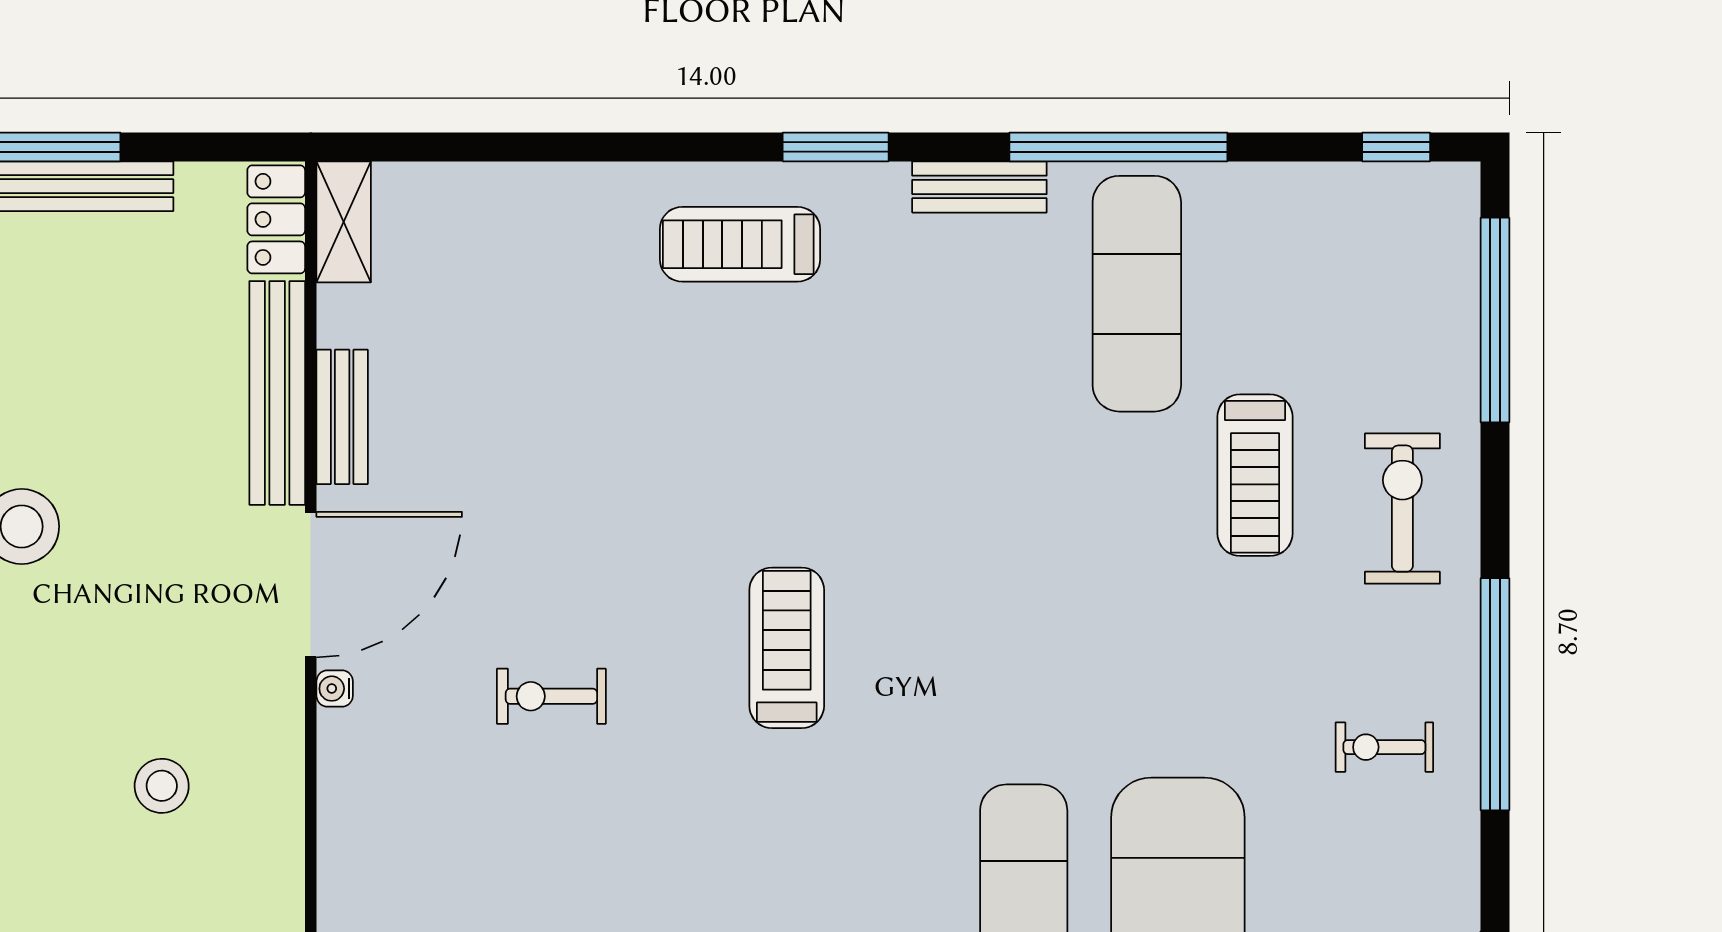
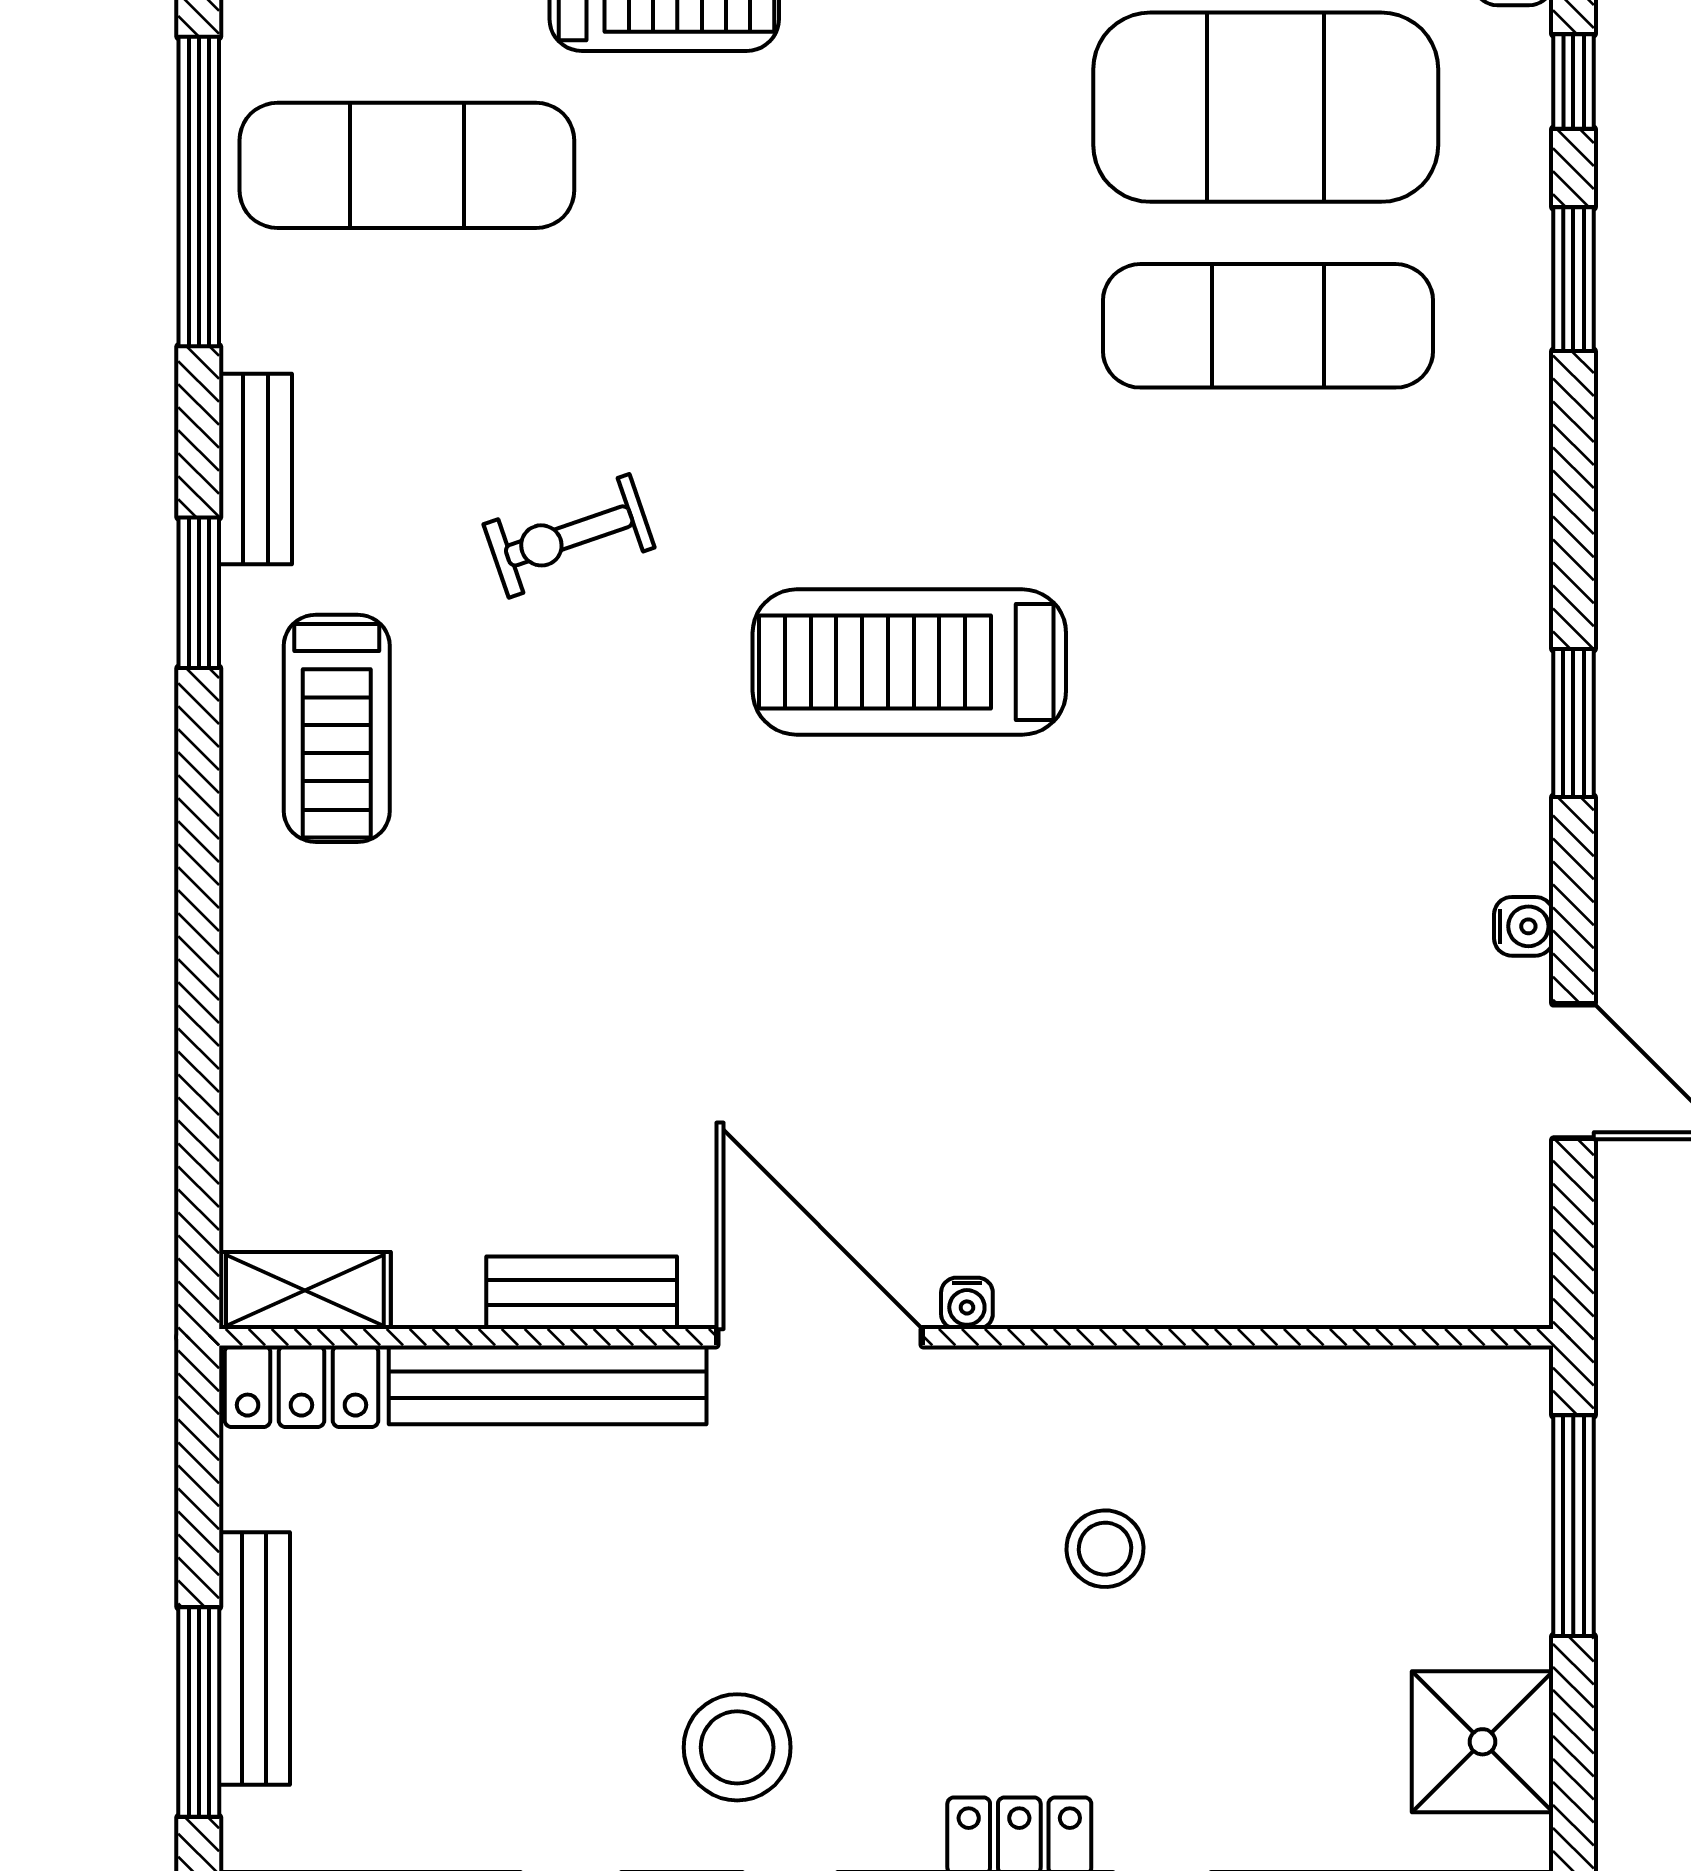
bench: (979, 187) -> (255, 469), moved
treadmill: (787, 648) -> (909, 662), width x1.37, depth x1.38
exercise bike: (551, 696) -> (569, 536), moved, turned 71

